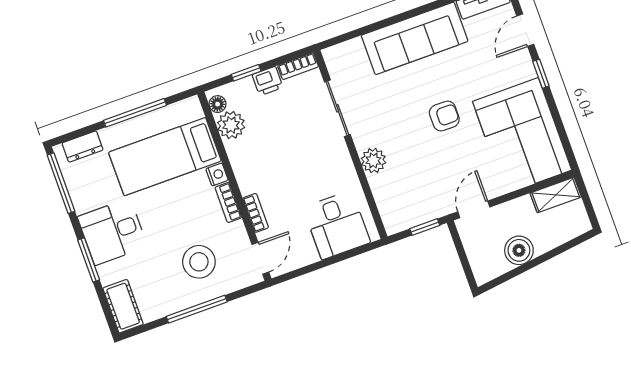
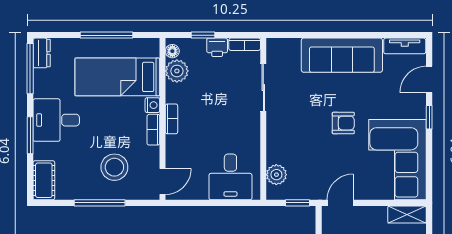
dresser: (83, 147) -> (42, 53), moved, turned -90
plant: (373, 161) -> (276, 175), moved
bookcase: (256, 213) -> (171, 119), moved

